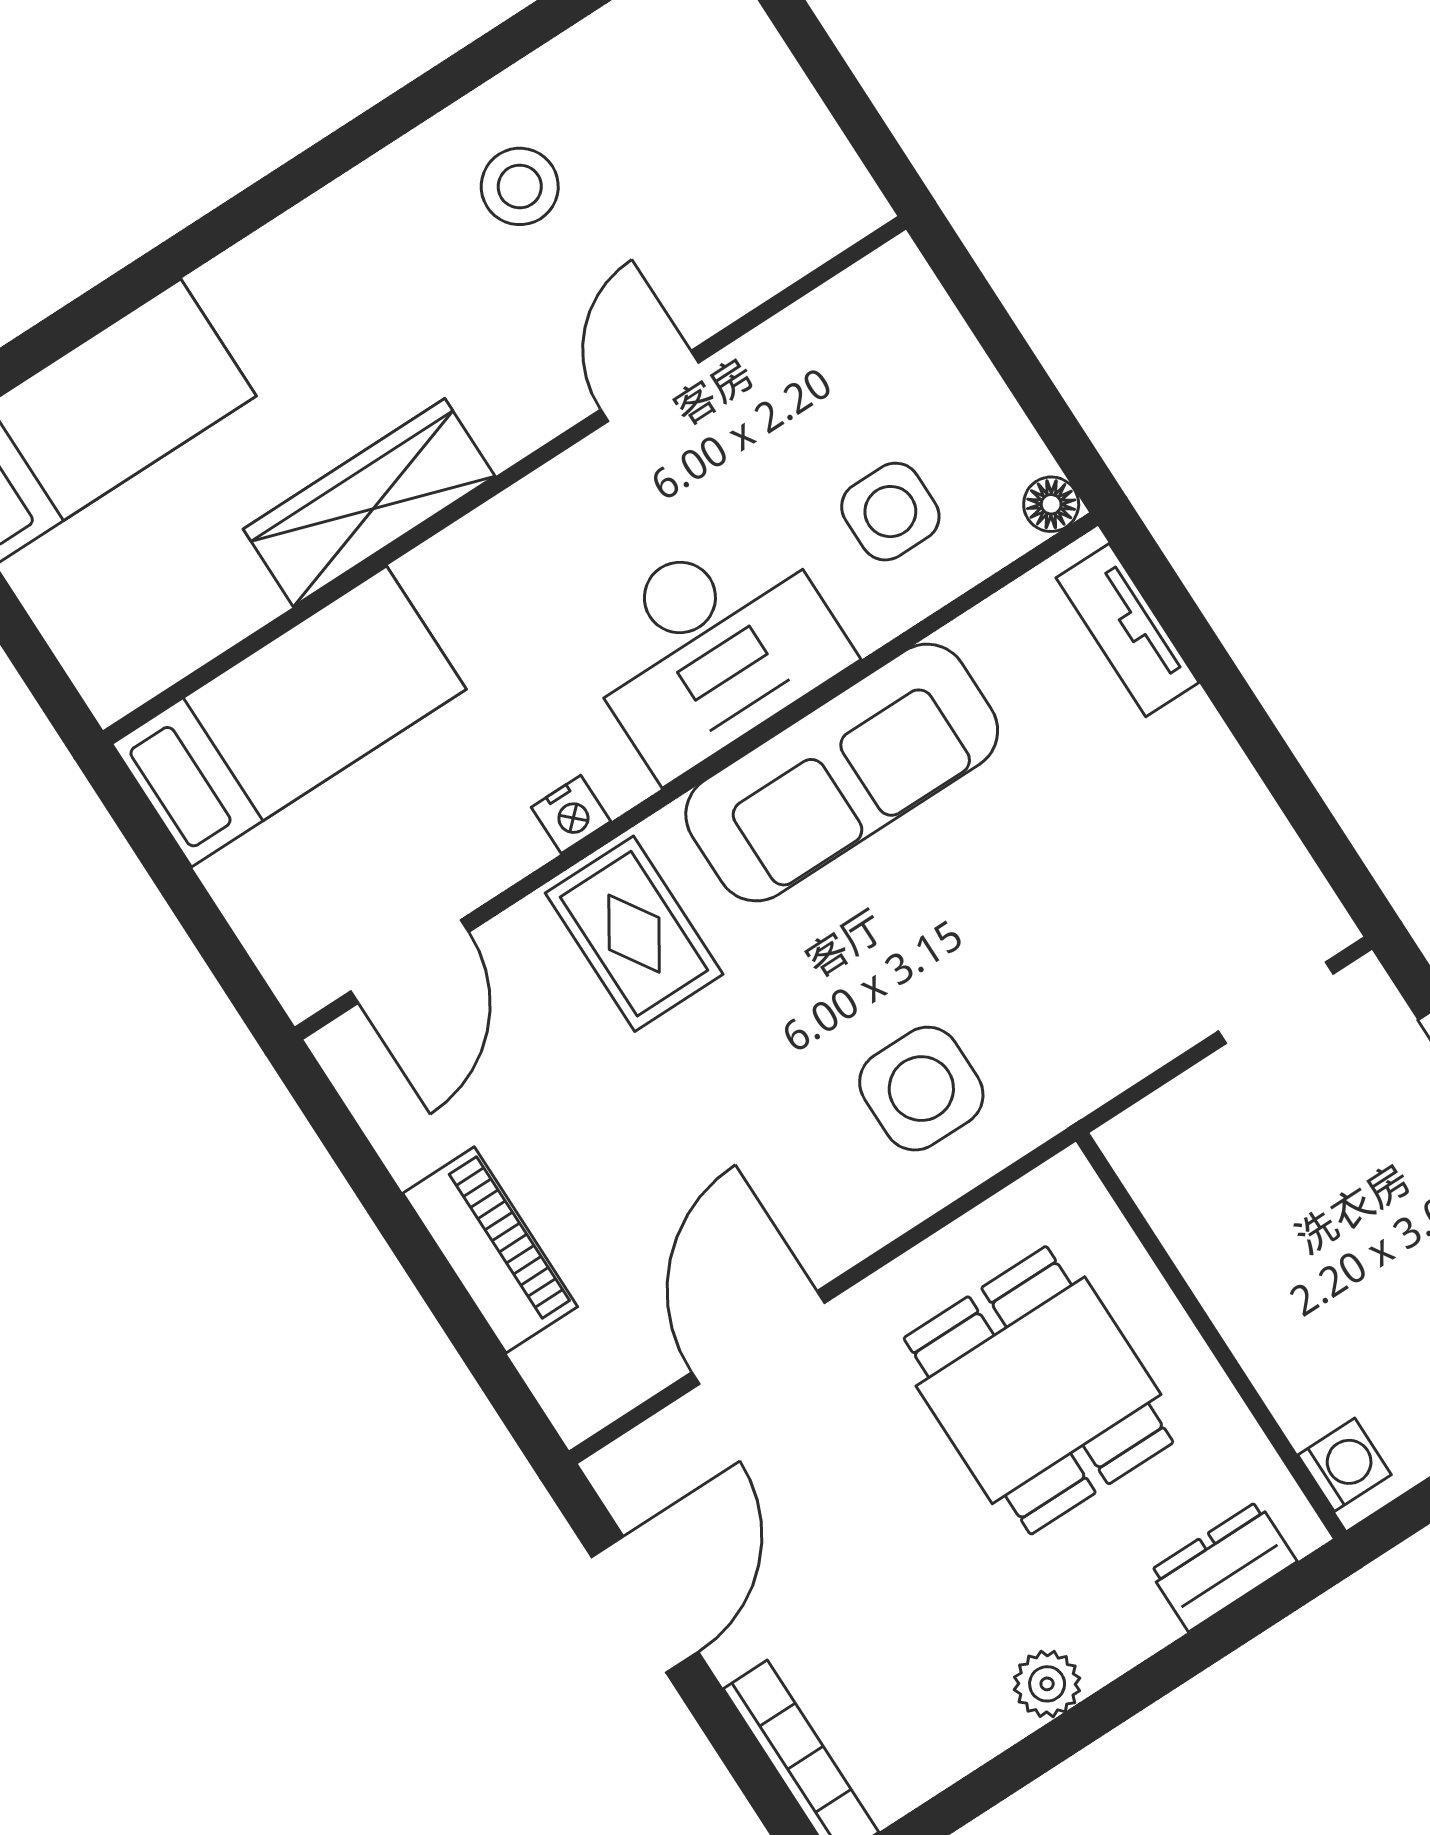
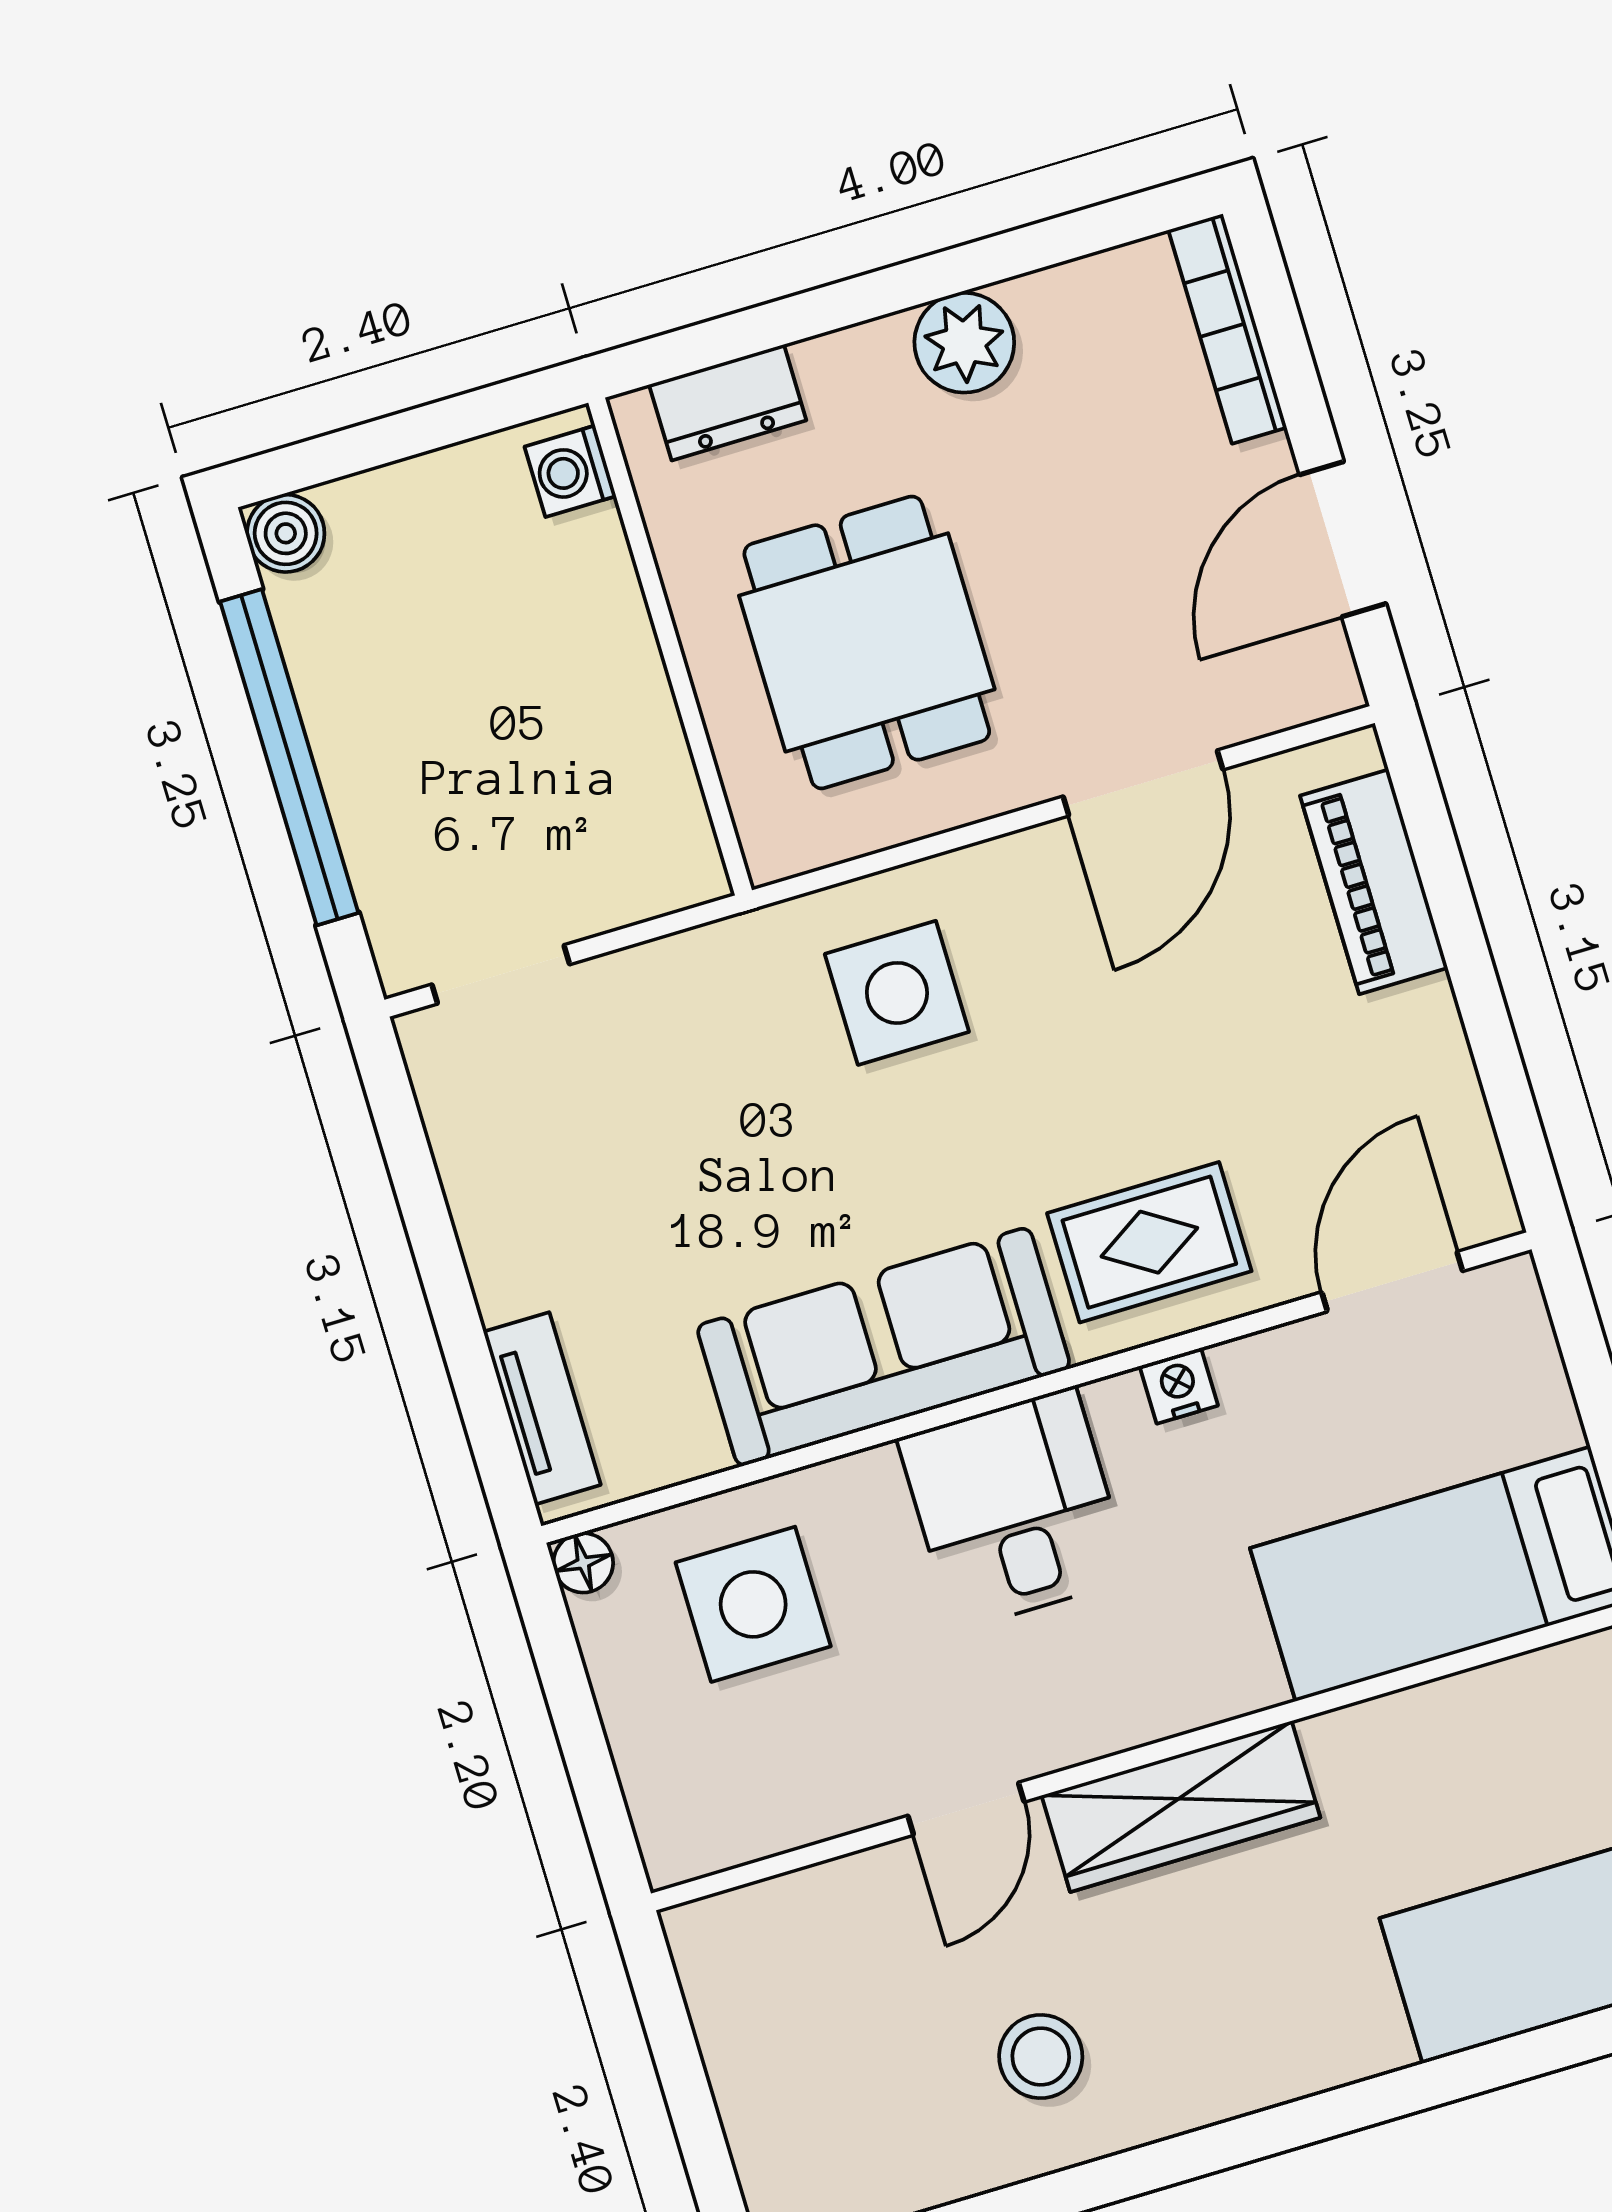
wardrobe: (369, 503) -> (1181, 1806), moved
side table: (890, 512) -> (753, 1604), width x1.37, depth x1.37
desk: (711, 646) -> (1015, 1509), width x0.73
rug: (634, 934) -> (1149, 1242), turned 90
piano: (490, 1250) -> (1374, 882), moved
plant: (1047, 1684) -> (964, 343), width x1.38, depth x1.38

